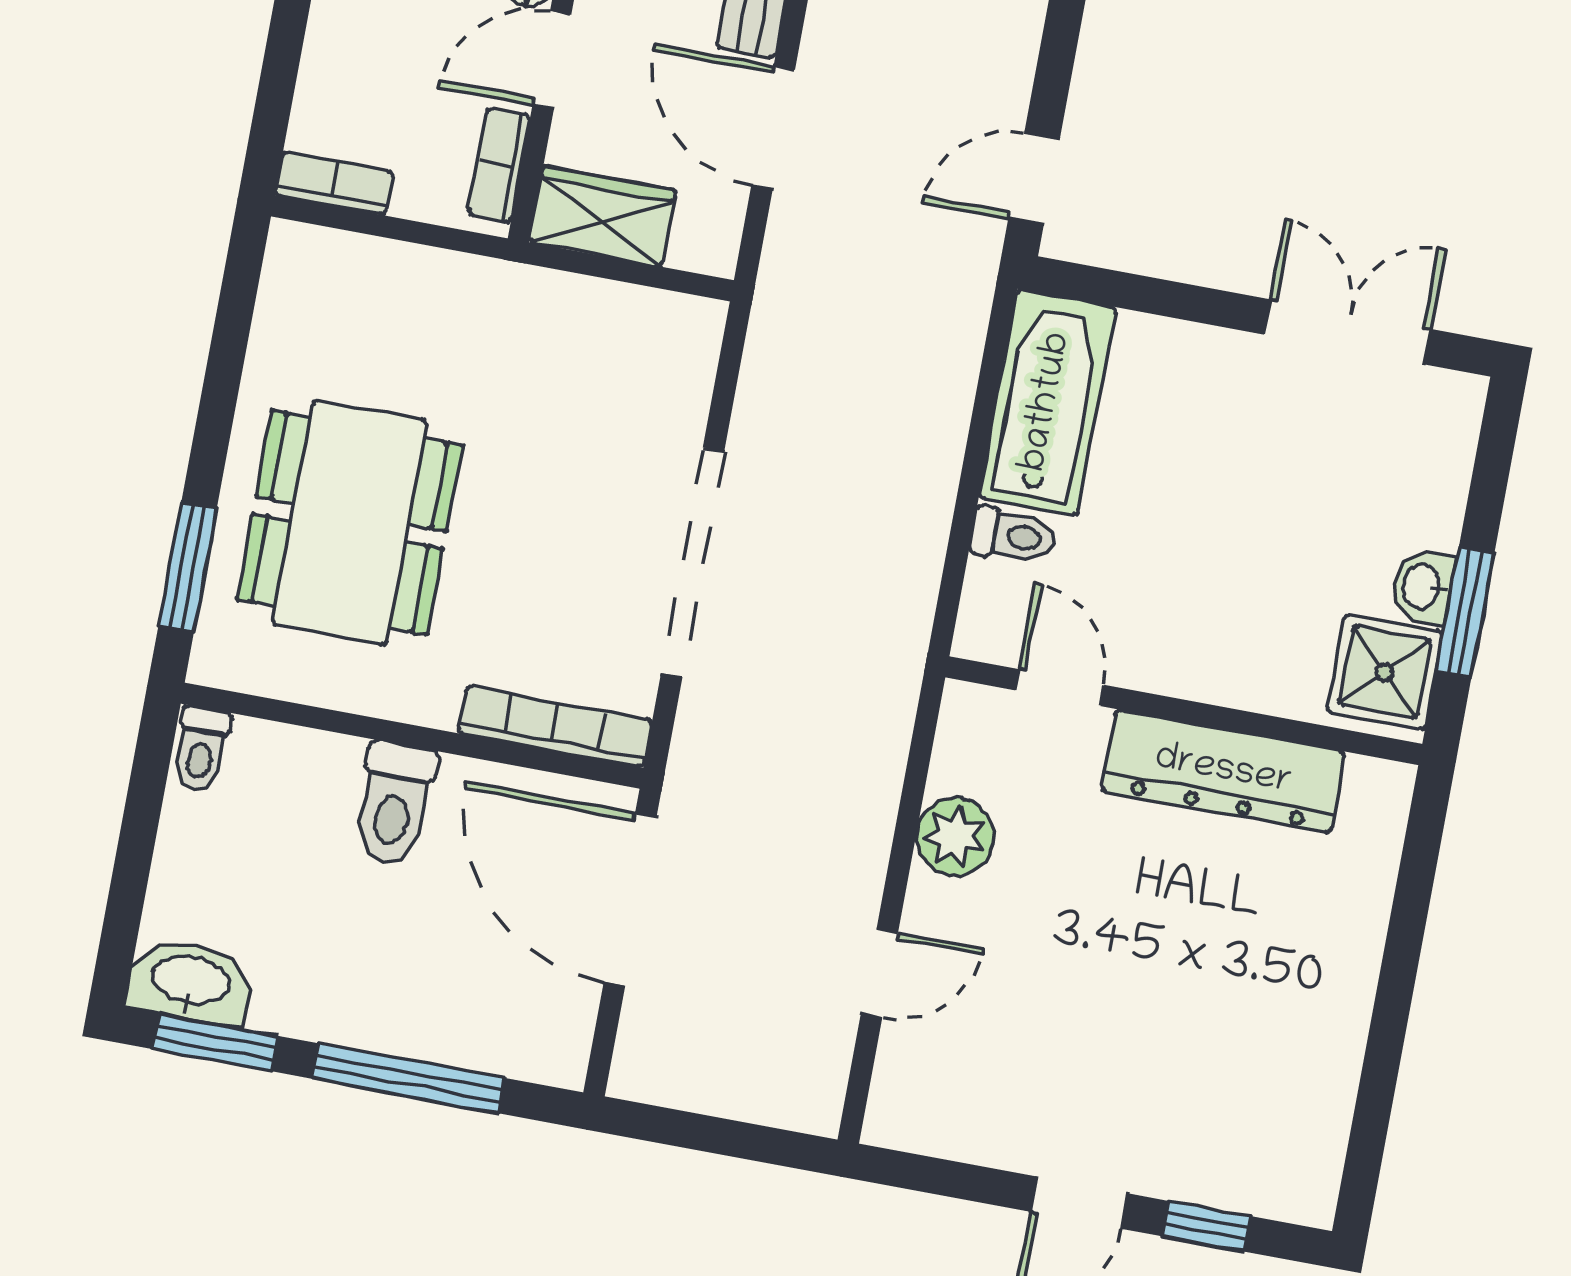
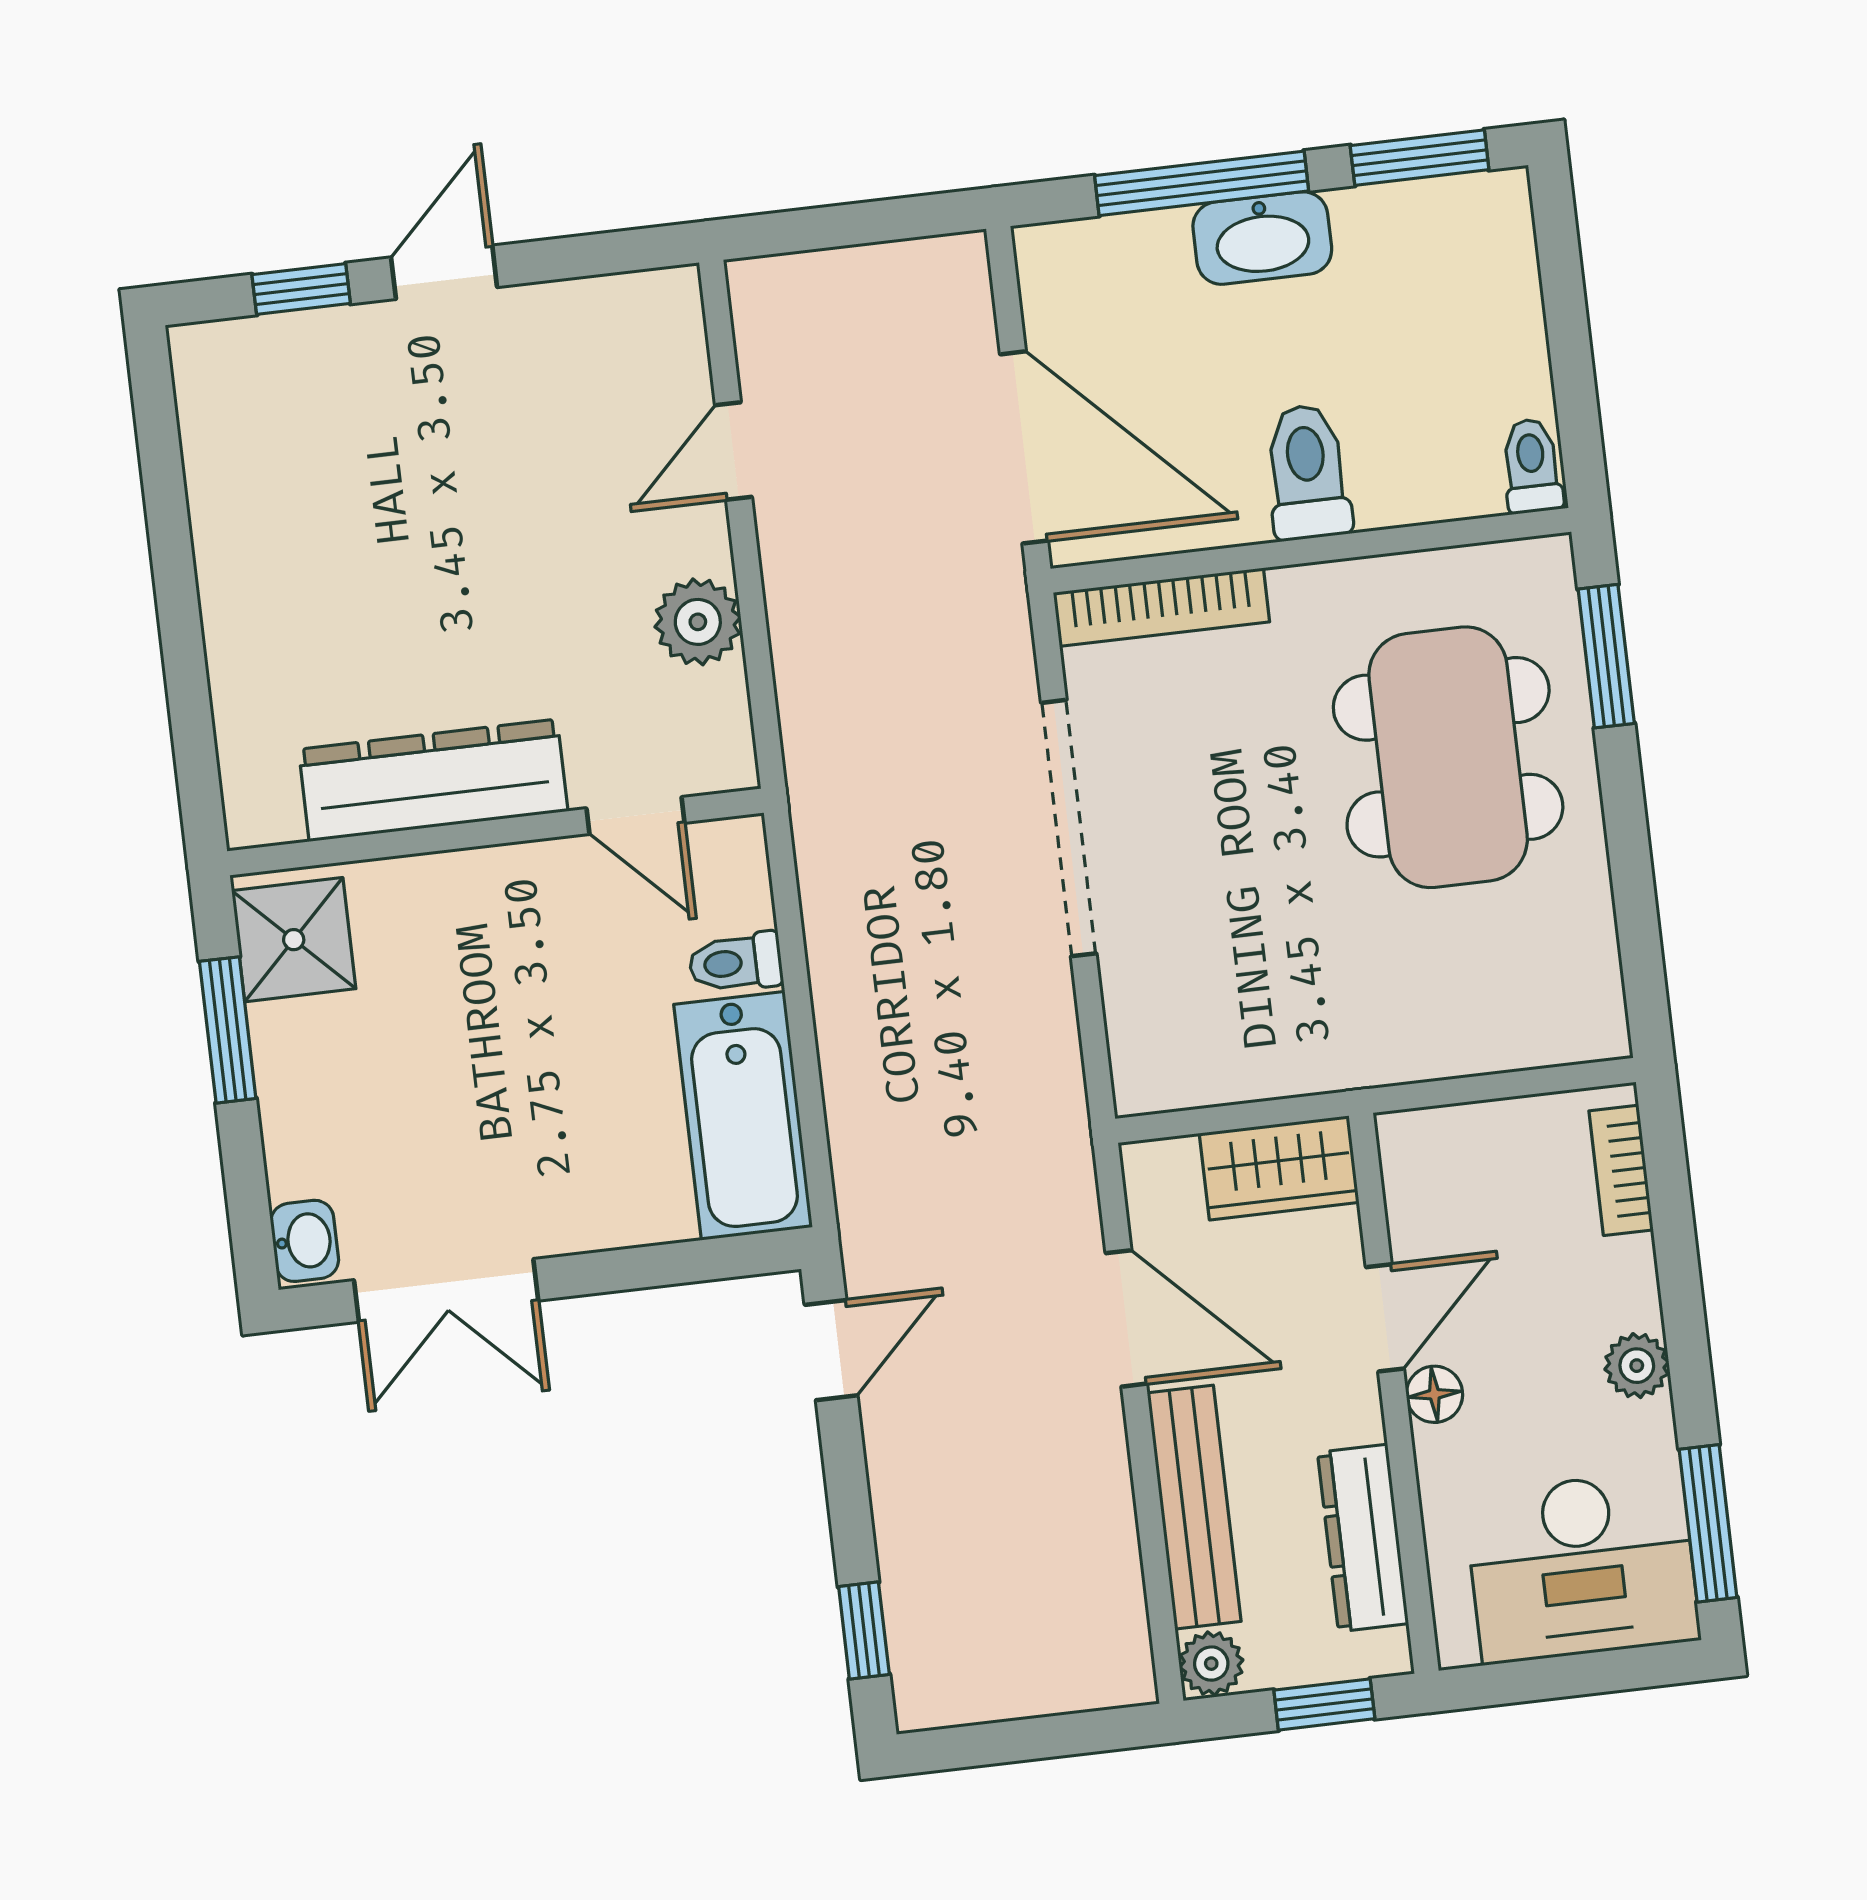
bookcase: (499, 165) -> (1406, 1188), removed
bookcase: (334, 183) -> (1621, 1170), moved, turned 90
washbasin: (1423, 586) -> (305, 1241), moved
washbasin: (191, 982) -> (1262, 238), moved

